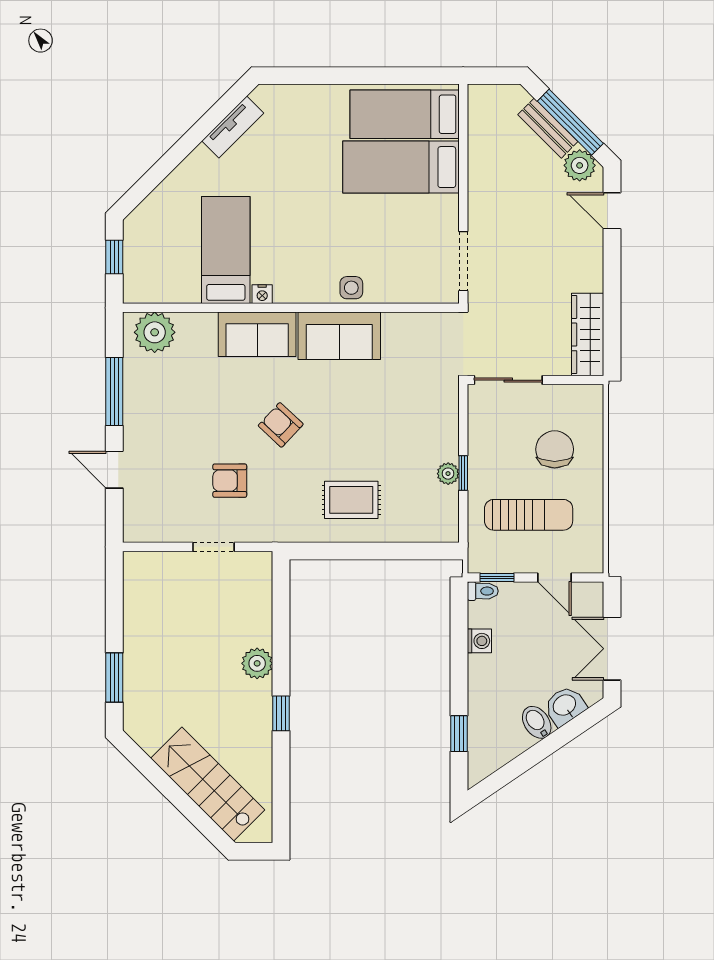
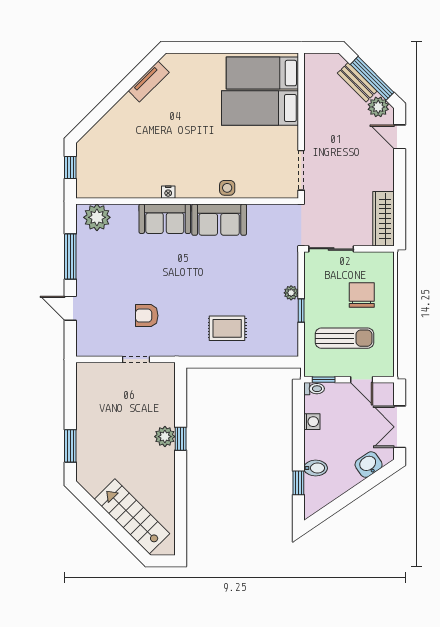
bed: (226, 250) -> (144, 163), removed
armchair: (281, 425) -> (180, 279), removed
plant: (448, 474) -> (291, 293), moved
window: (281, 713) -> (181, 439), moved
bidet: (537, 722) -> (316, 468), moved, turned 124

